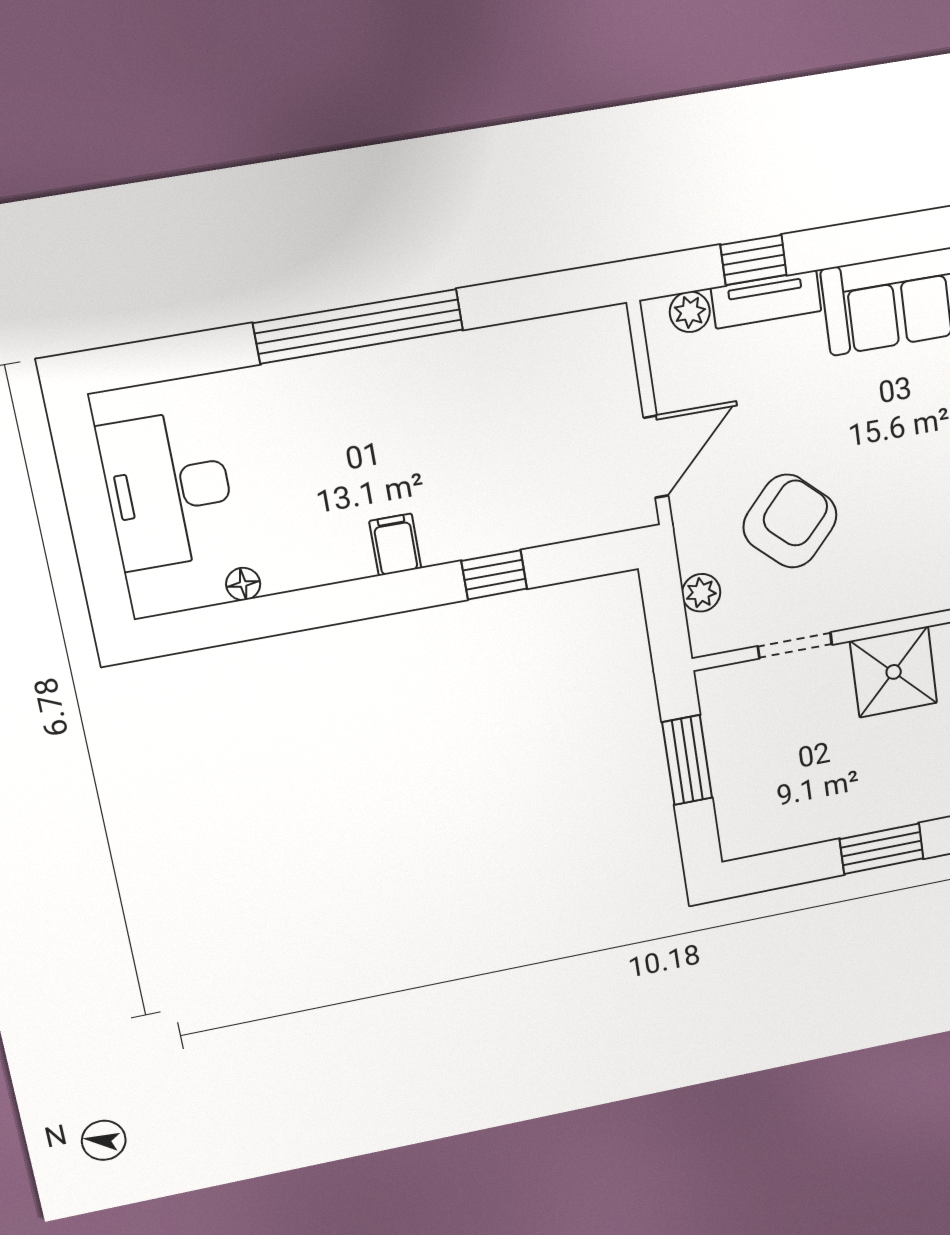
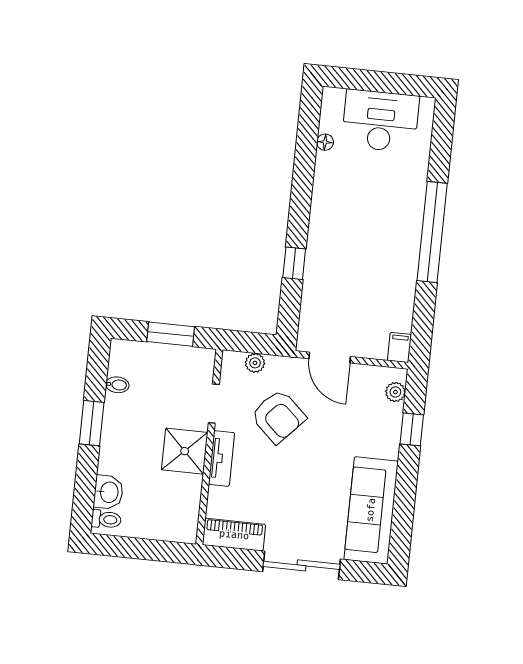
tv unit: (766, 299) -> (222, 458), moved, turned 180
filing cabinet: (395, 545) -> (399, 348), moved, turned -90
bidet: (803, 825) -> (117, 385), added

